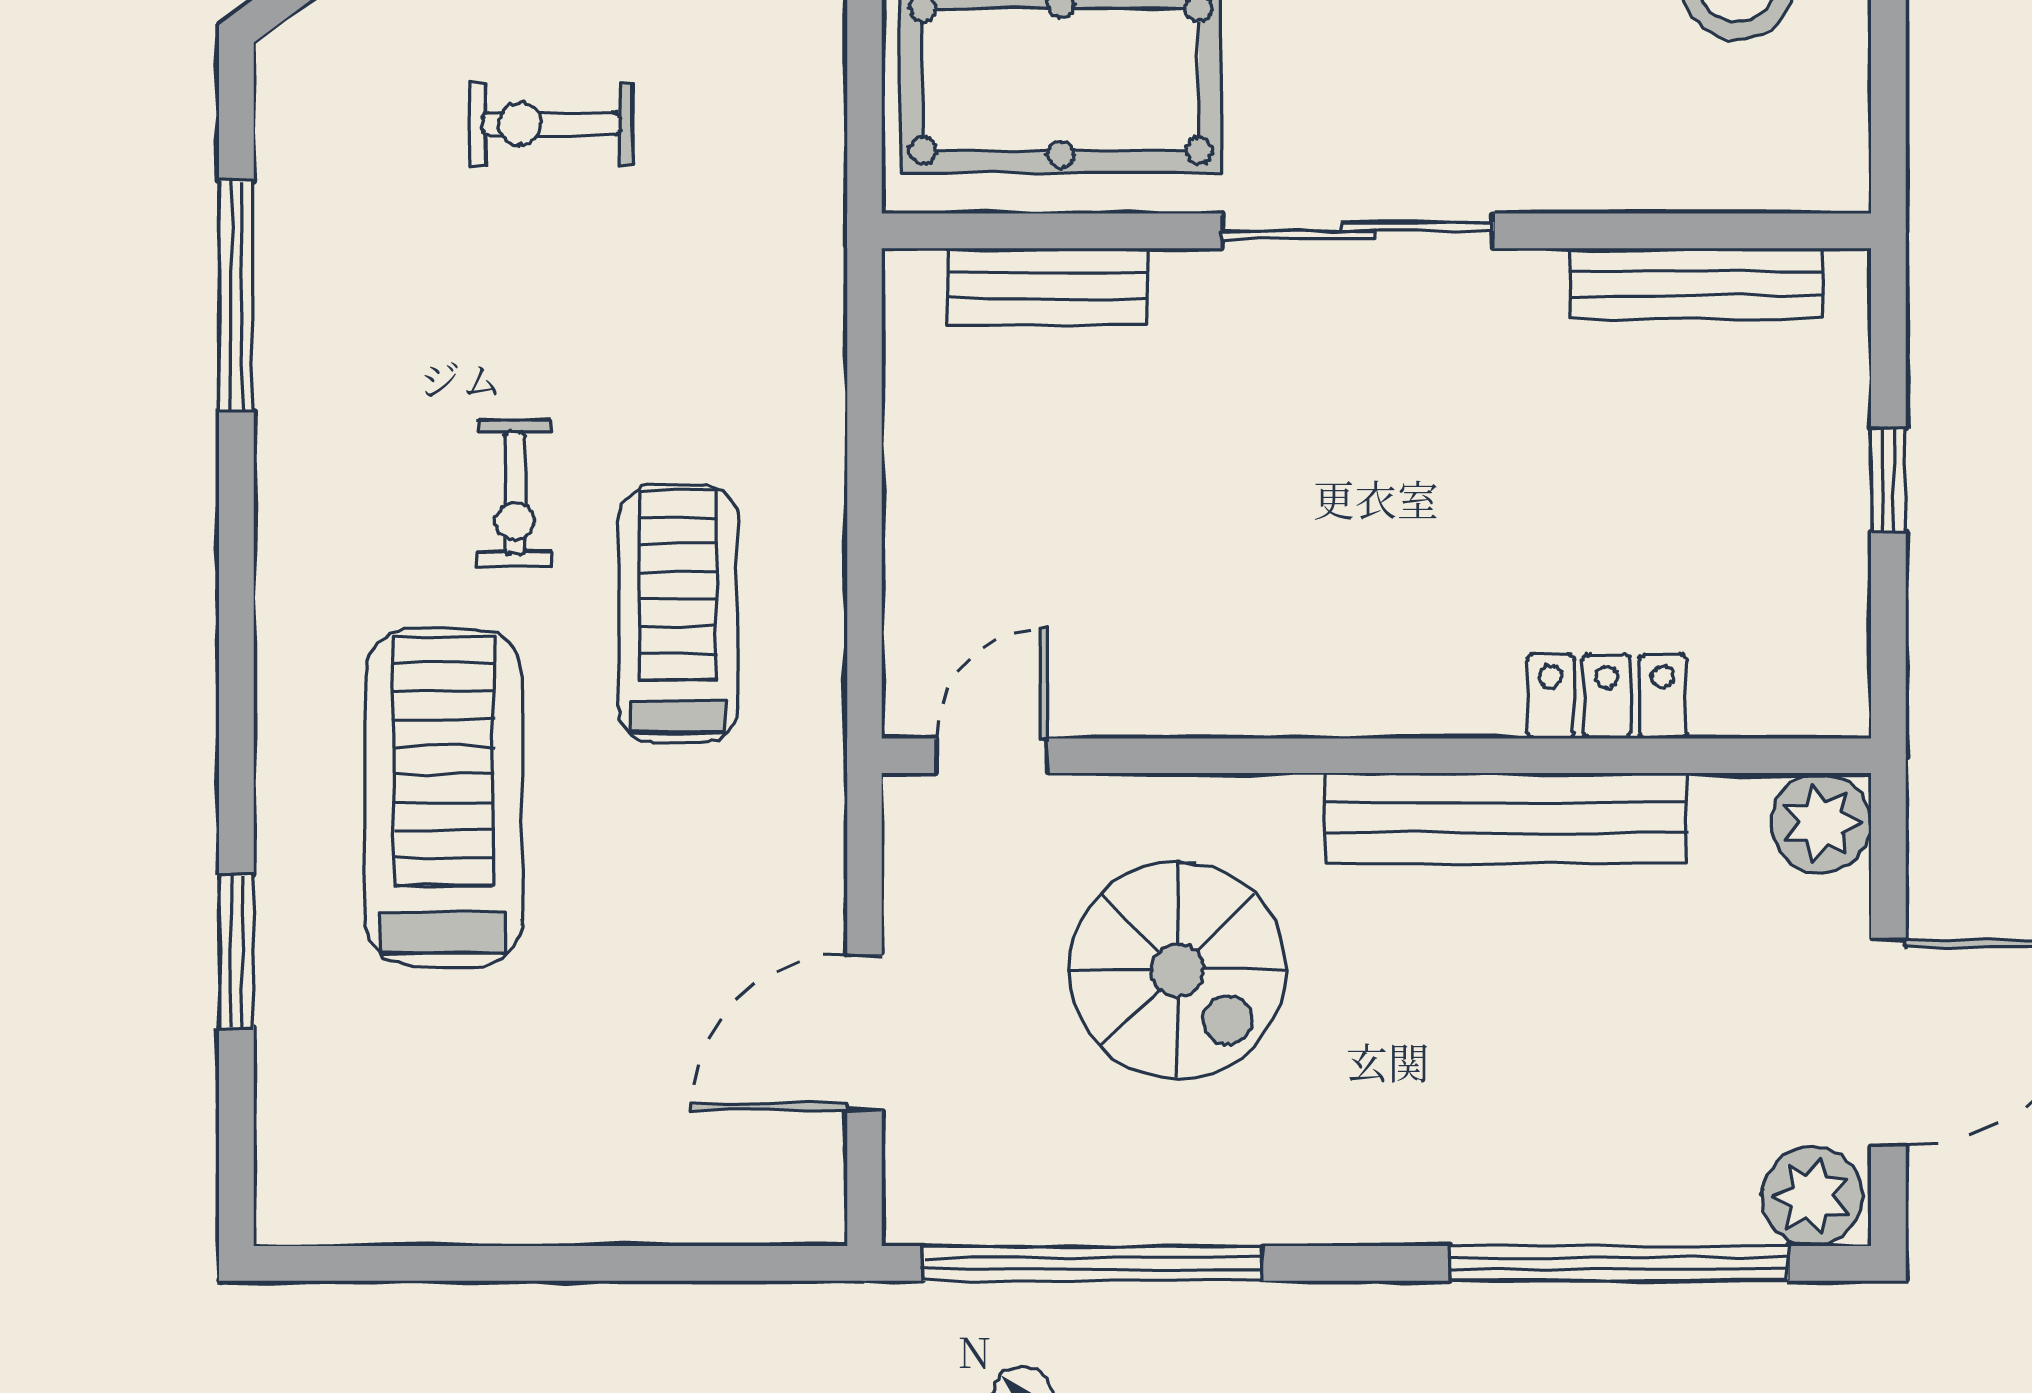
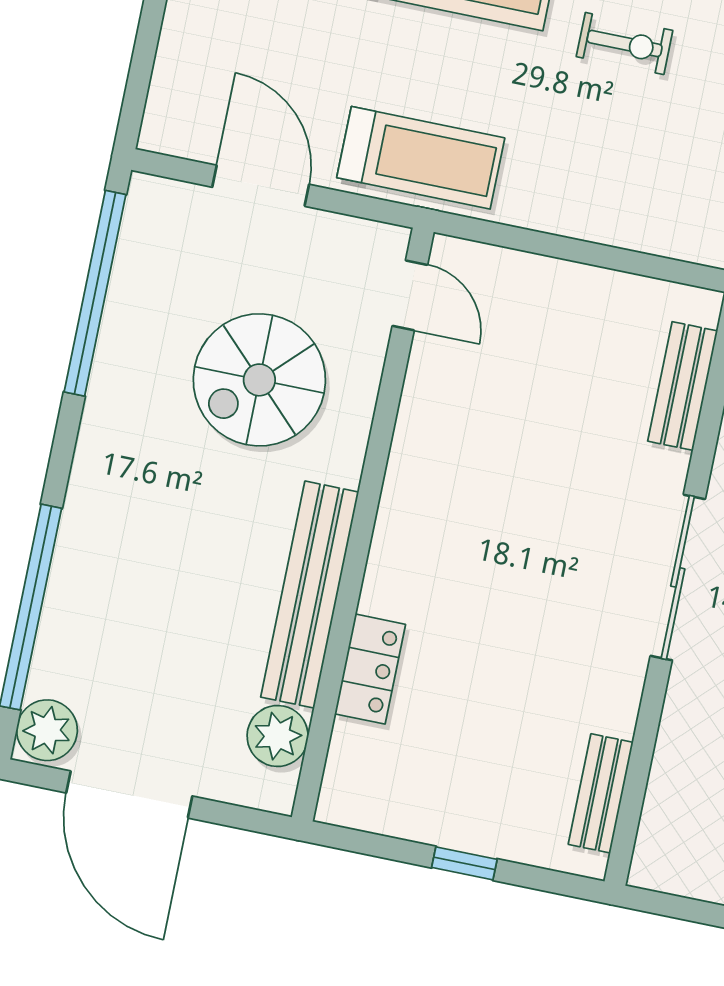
bench: (1697, 284) -> (601, 793), width x0.73
exercise bike: (515, 493) -> (625, 44), turned 180
treadmill: (678, 614) -> (421, 158), moved
plant: (1821, 823) -> (278, 736), moved

